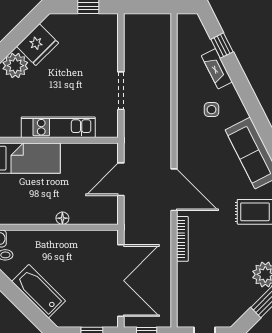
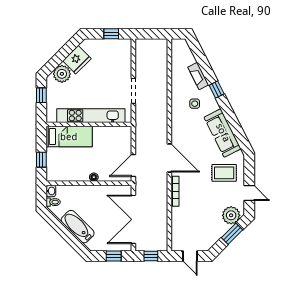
window: (222, 46) -> (217, 90), moved
kitchen unit: (58, 127) -> (91, 116), width x1.36
door: (121, 179) -> (133, 165), moved
double door: (121, 281) -> (133, 219), swing flipped

